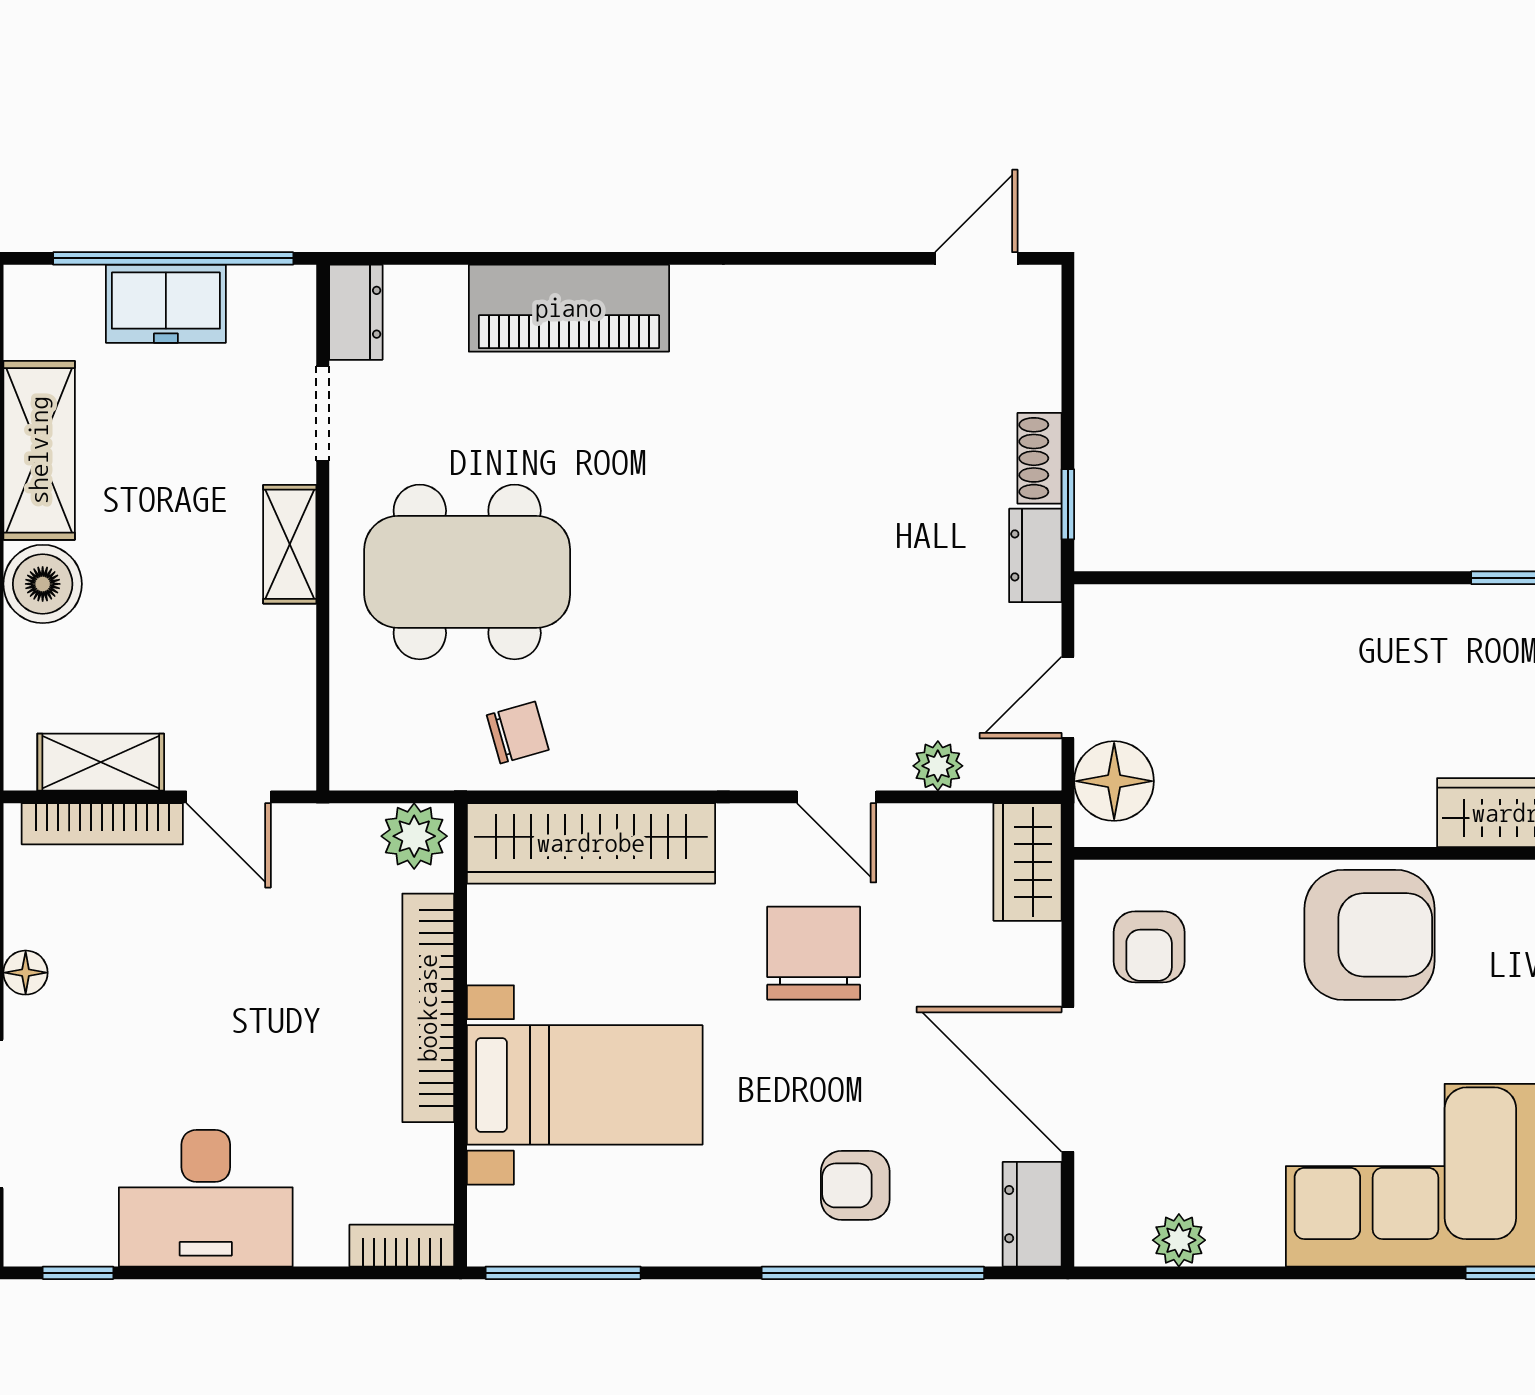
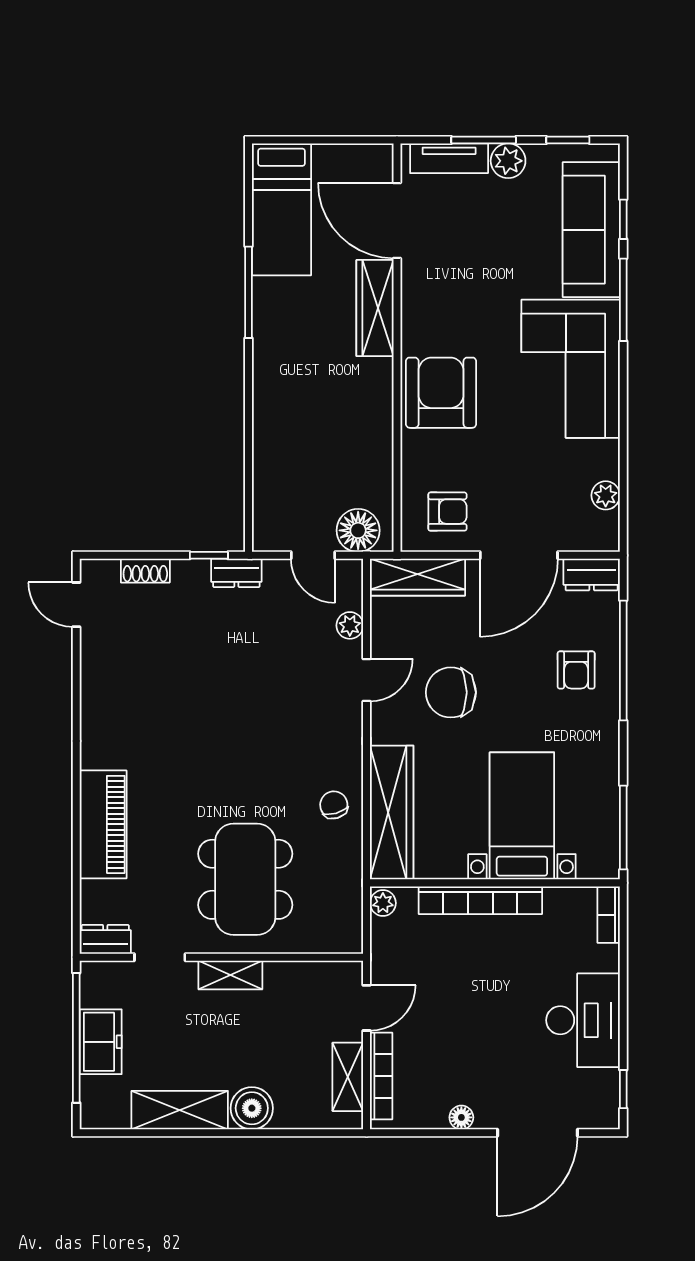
shoe rack: (1040, 458) -> (145, 571), moved
chair: (518, 732) -> (334, 805), moved
plant: (414, 836) -> (383, 903), width x0.73, depth x0.73
wardrobe: (1027, 862) -> (418, 577), width x1.50

